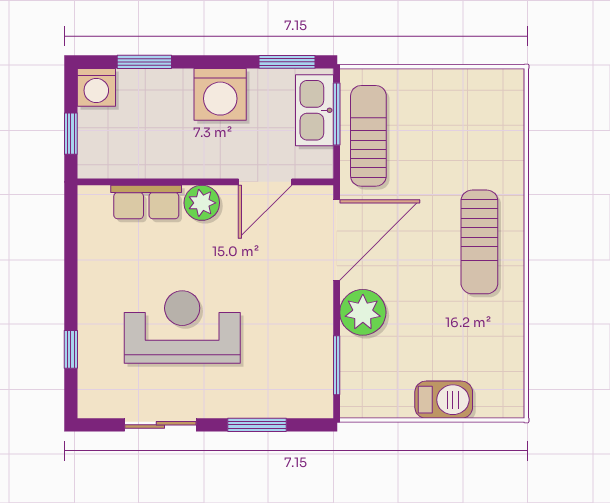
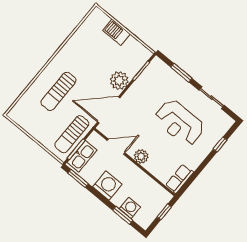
washing machine: (96, 87) -> (130, 208), moved
row of seats: (146, 202) -> (179, 179), moved, turned -90
sun lounger: (479, 242) -> (58, 91), moved, turned 180

